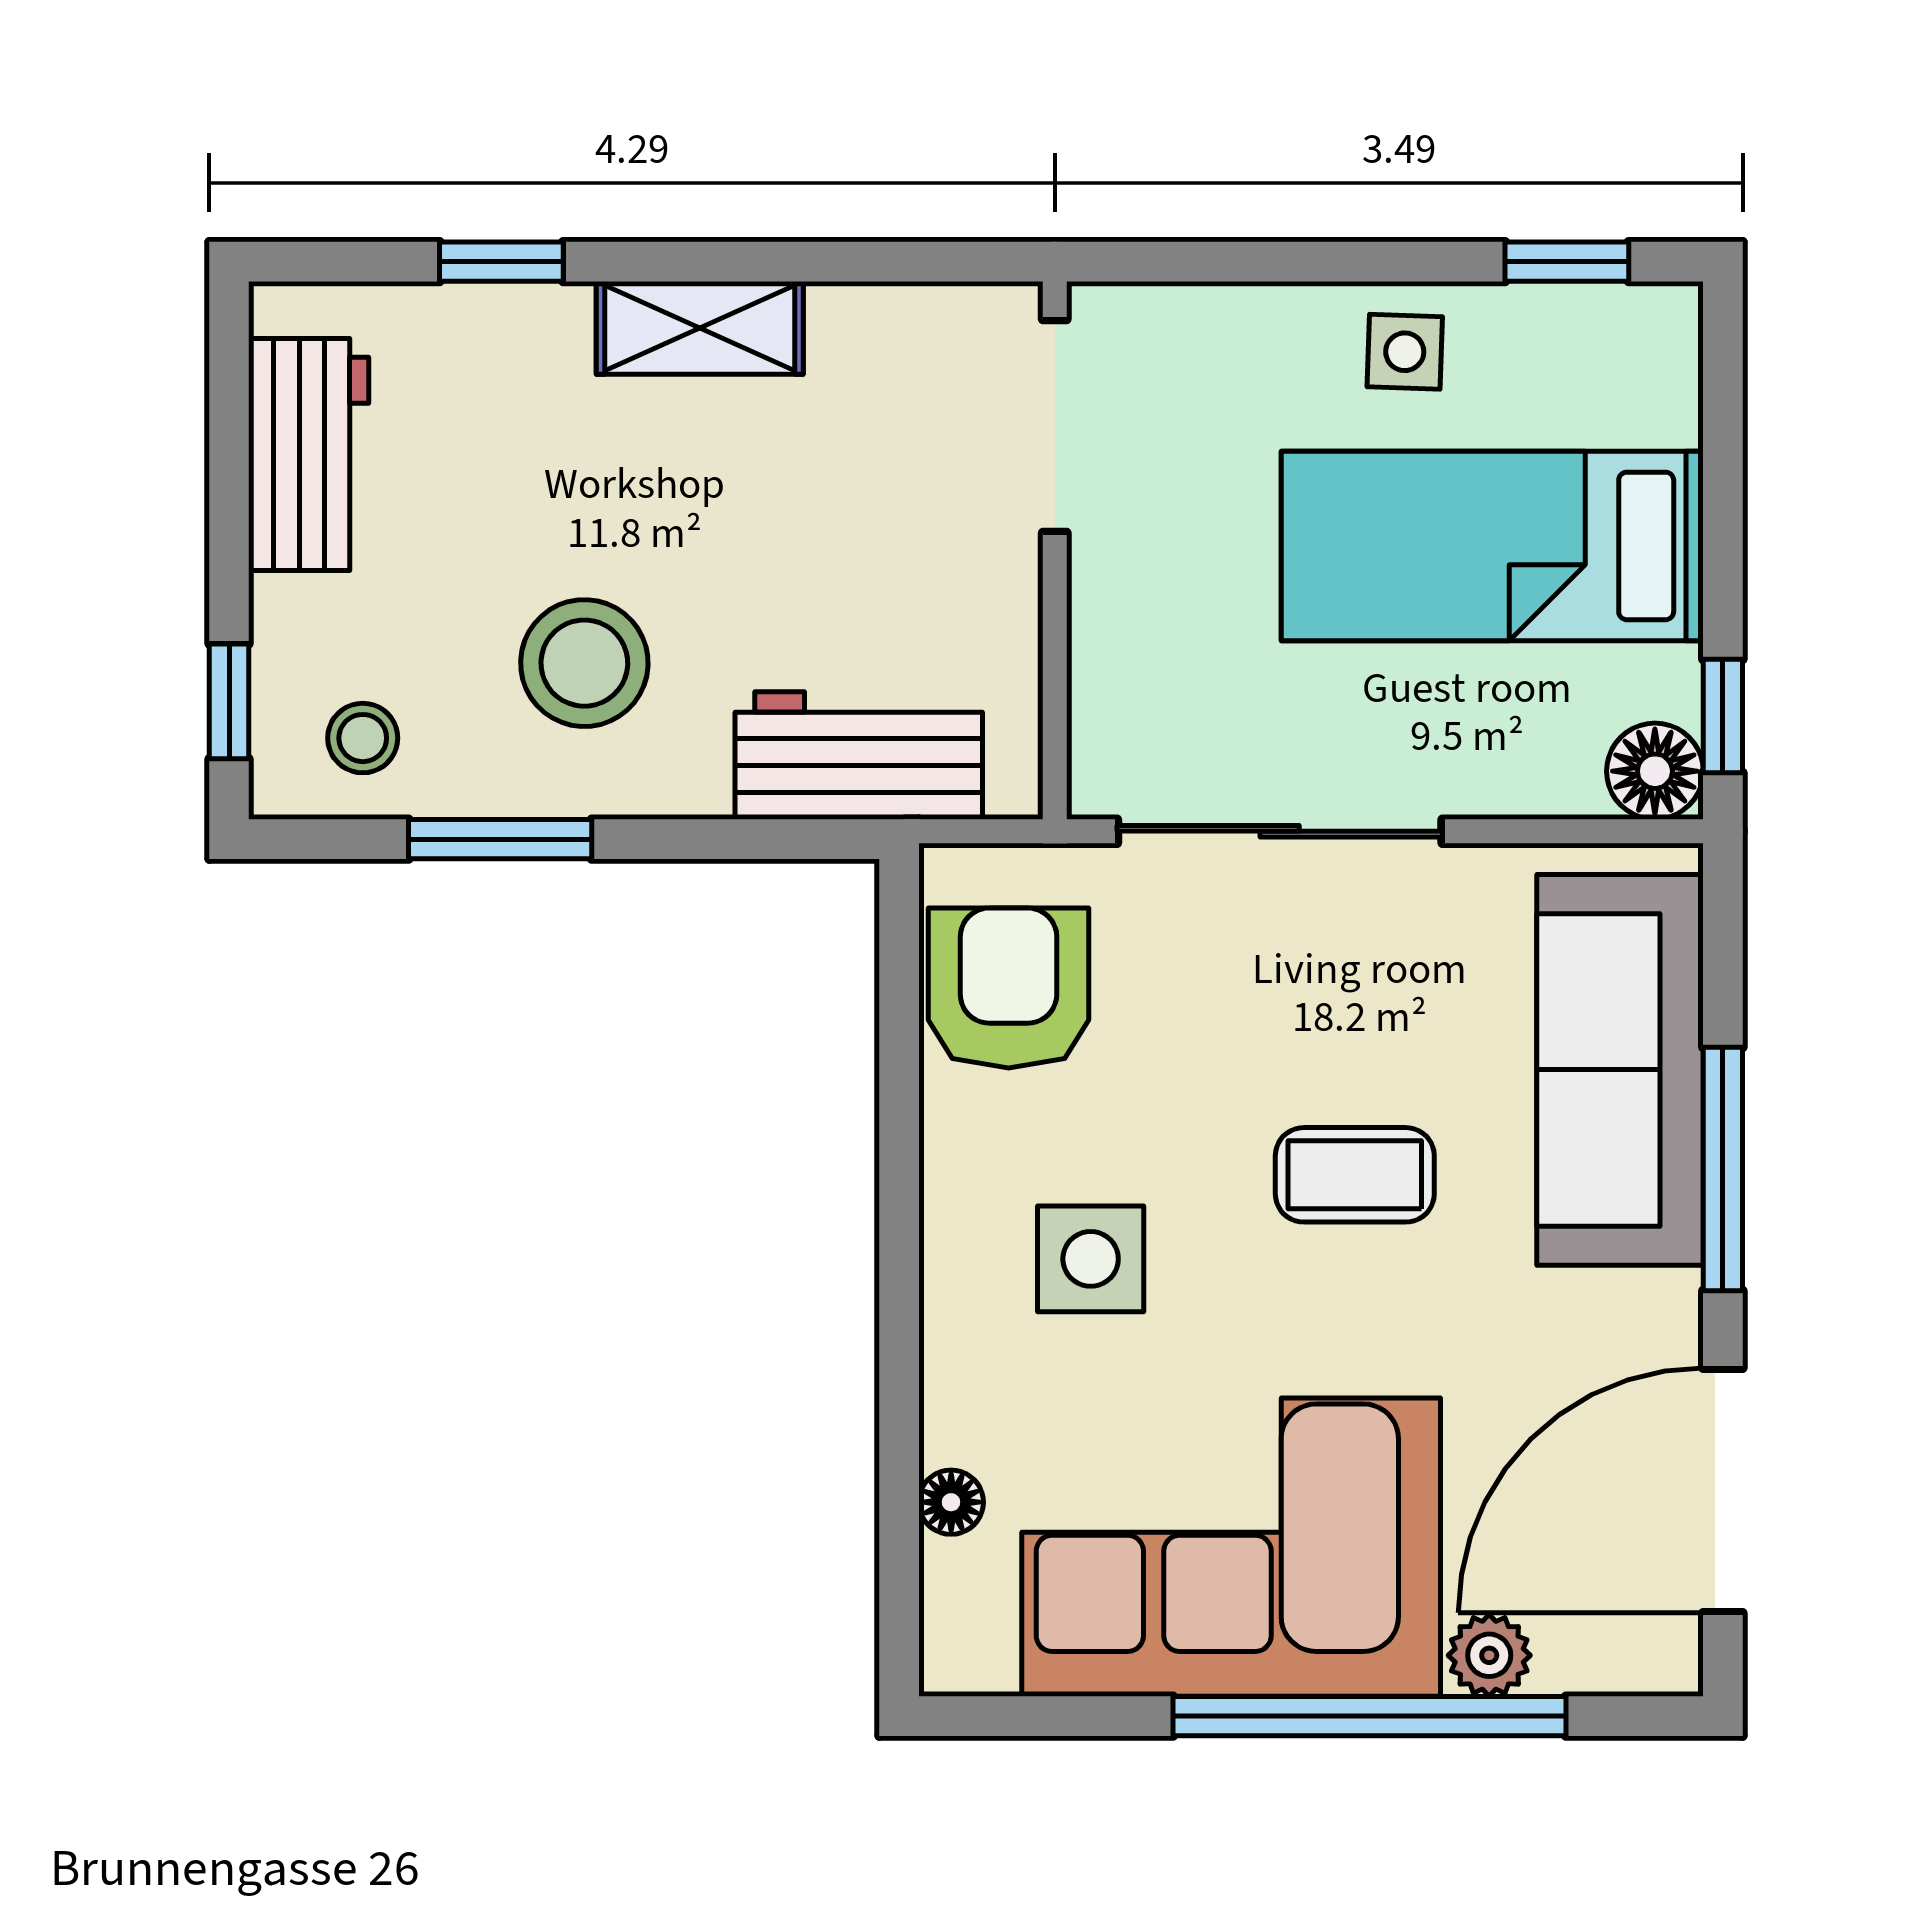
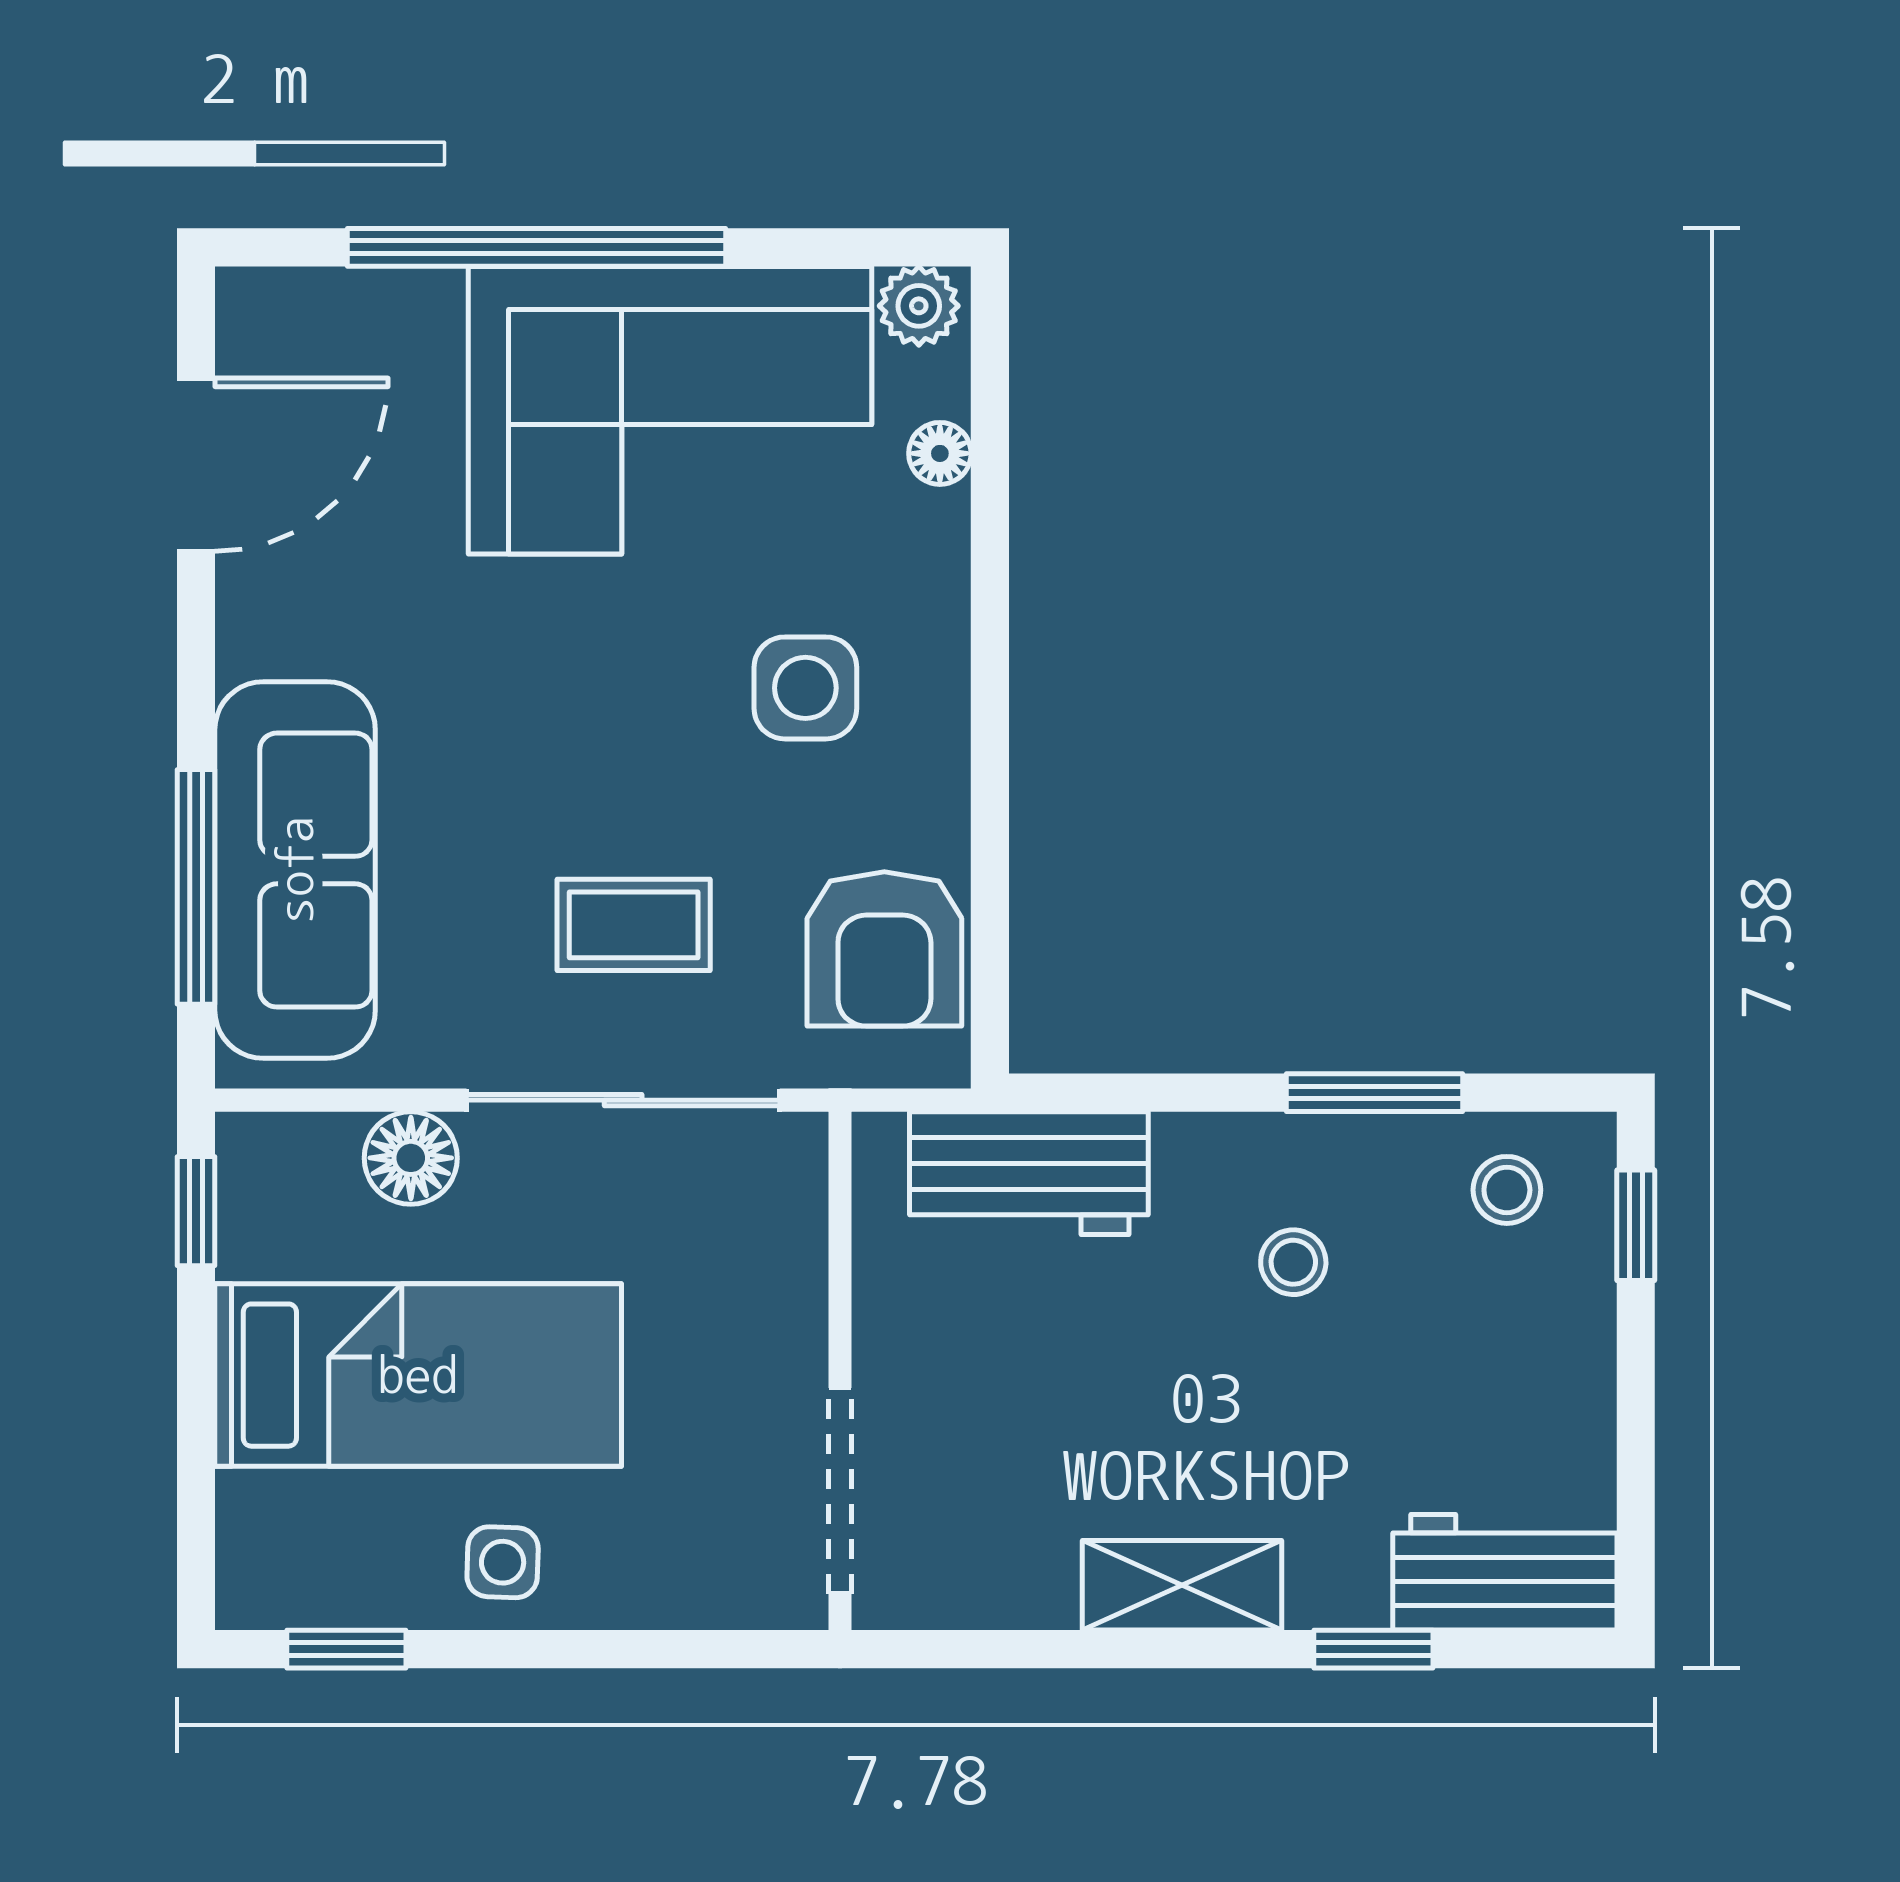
workbench: (309, 455) -> (1505, 1572), moved, turned 90
stool: (584, 663) -> (1293, 1262), width x0.53, depth x0.53
floor lamp: (1655, 771) -> (411, 1158), moved
window: (1723, 1169) -> (196, 887), moved
coffee table: (1355, 1175) -> (634, 925), moved
door: (1723, 1490) -> (196, 465), width x0.73
plant: (1489, 1655) -> (919, 306), moved

